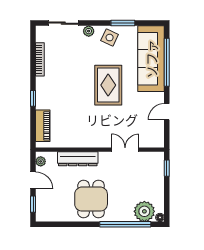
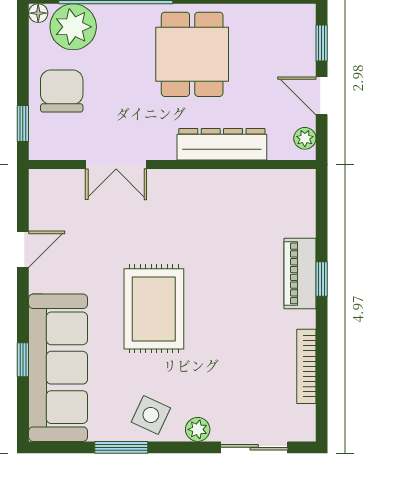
window: (167, 62) -> (23, 360), width x0.32
piano: (43, 126) -> (300, 273), moved
chair: (149, 183) -> (62, 91), added

